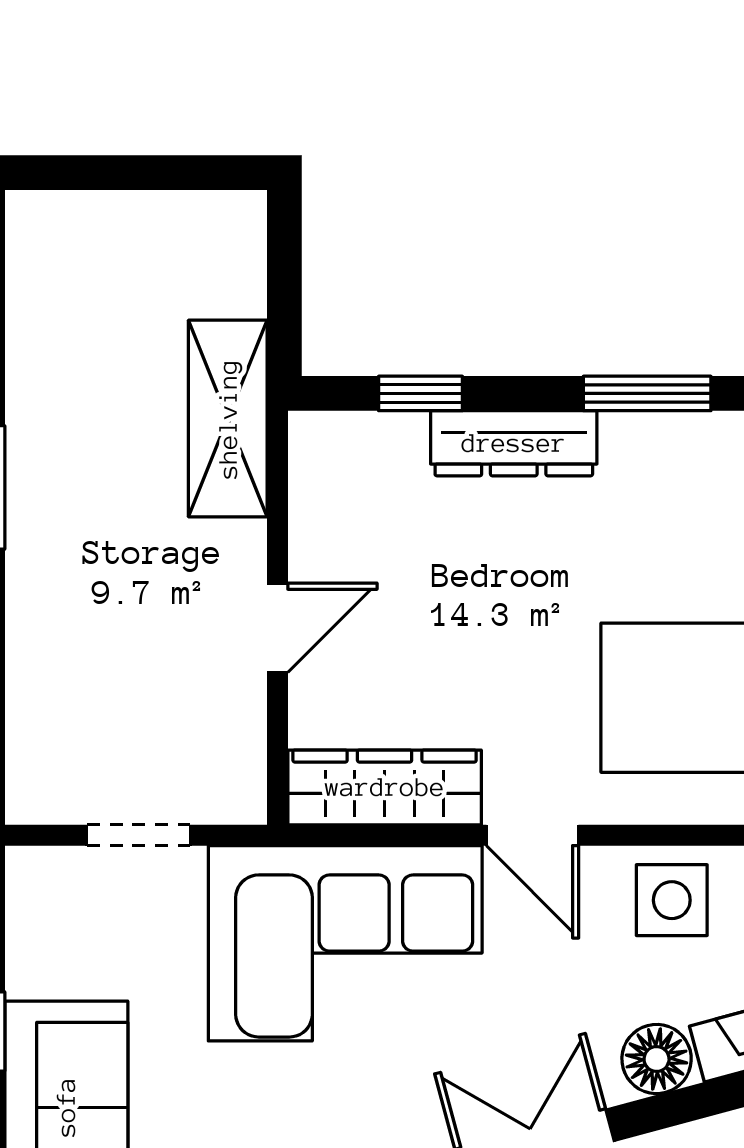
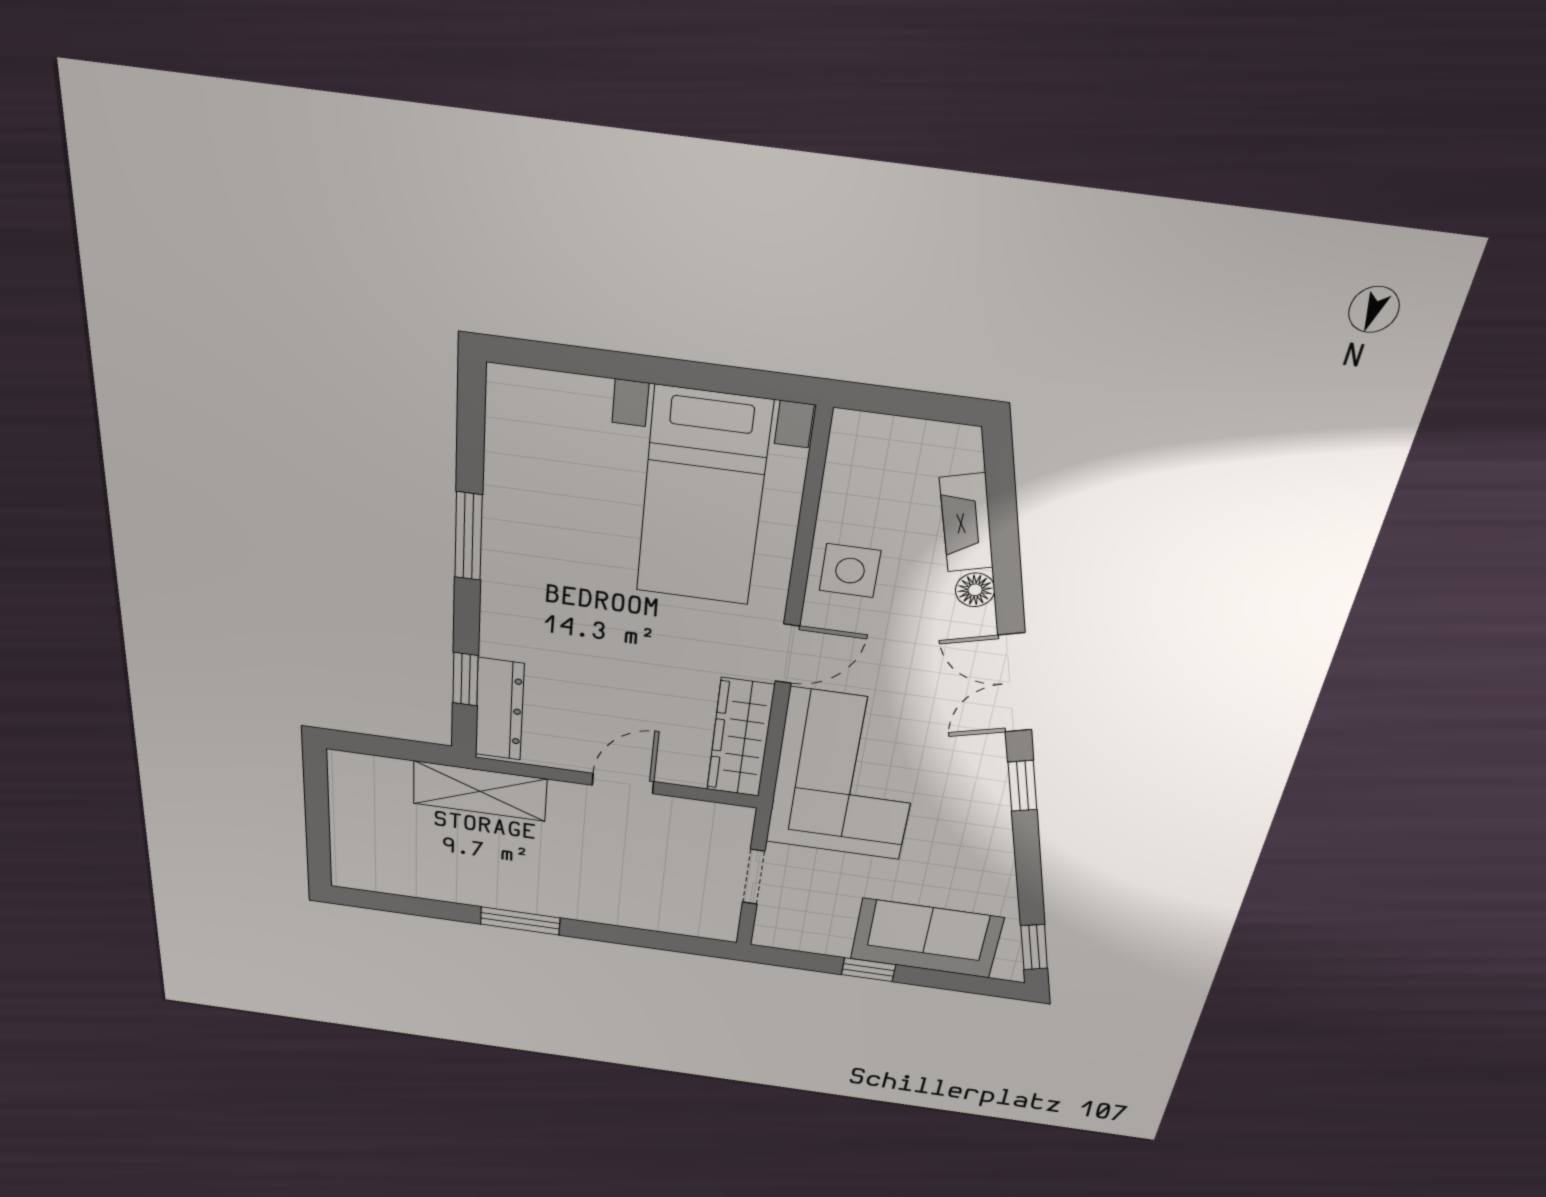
dresser: (514, 443) -> (499, 709), moved
door: (277, 628) -> (623, 783), hinge flipped
floor lamp: (657, 1059) -> (975, 590), width x0.73, depth x0.73

